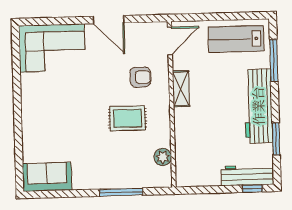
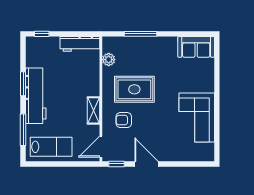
window: (148, 19) -> (117, 164), added
corner sofa: (52, 48) -> (197, 117), moved, turned -90
rug: (127, 118) -> (134, 89), width x1.36, depth x1.43
window: (276, 139) -> (23, 84), moved
workbench: (247, 175) -> (80, 44), moved

